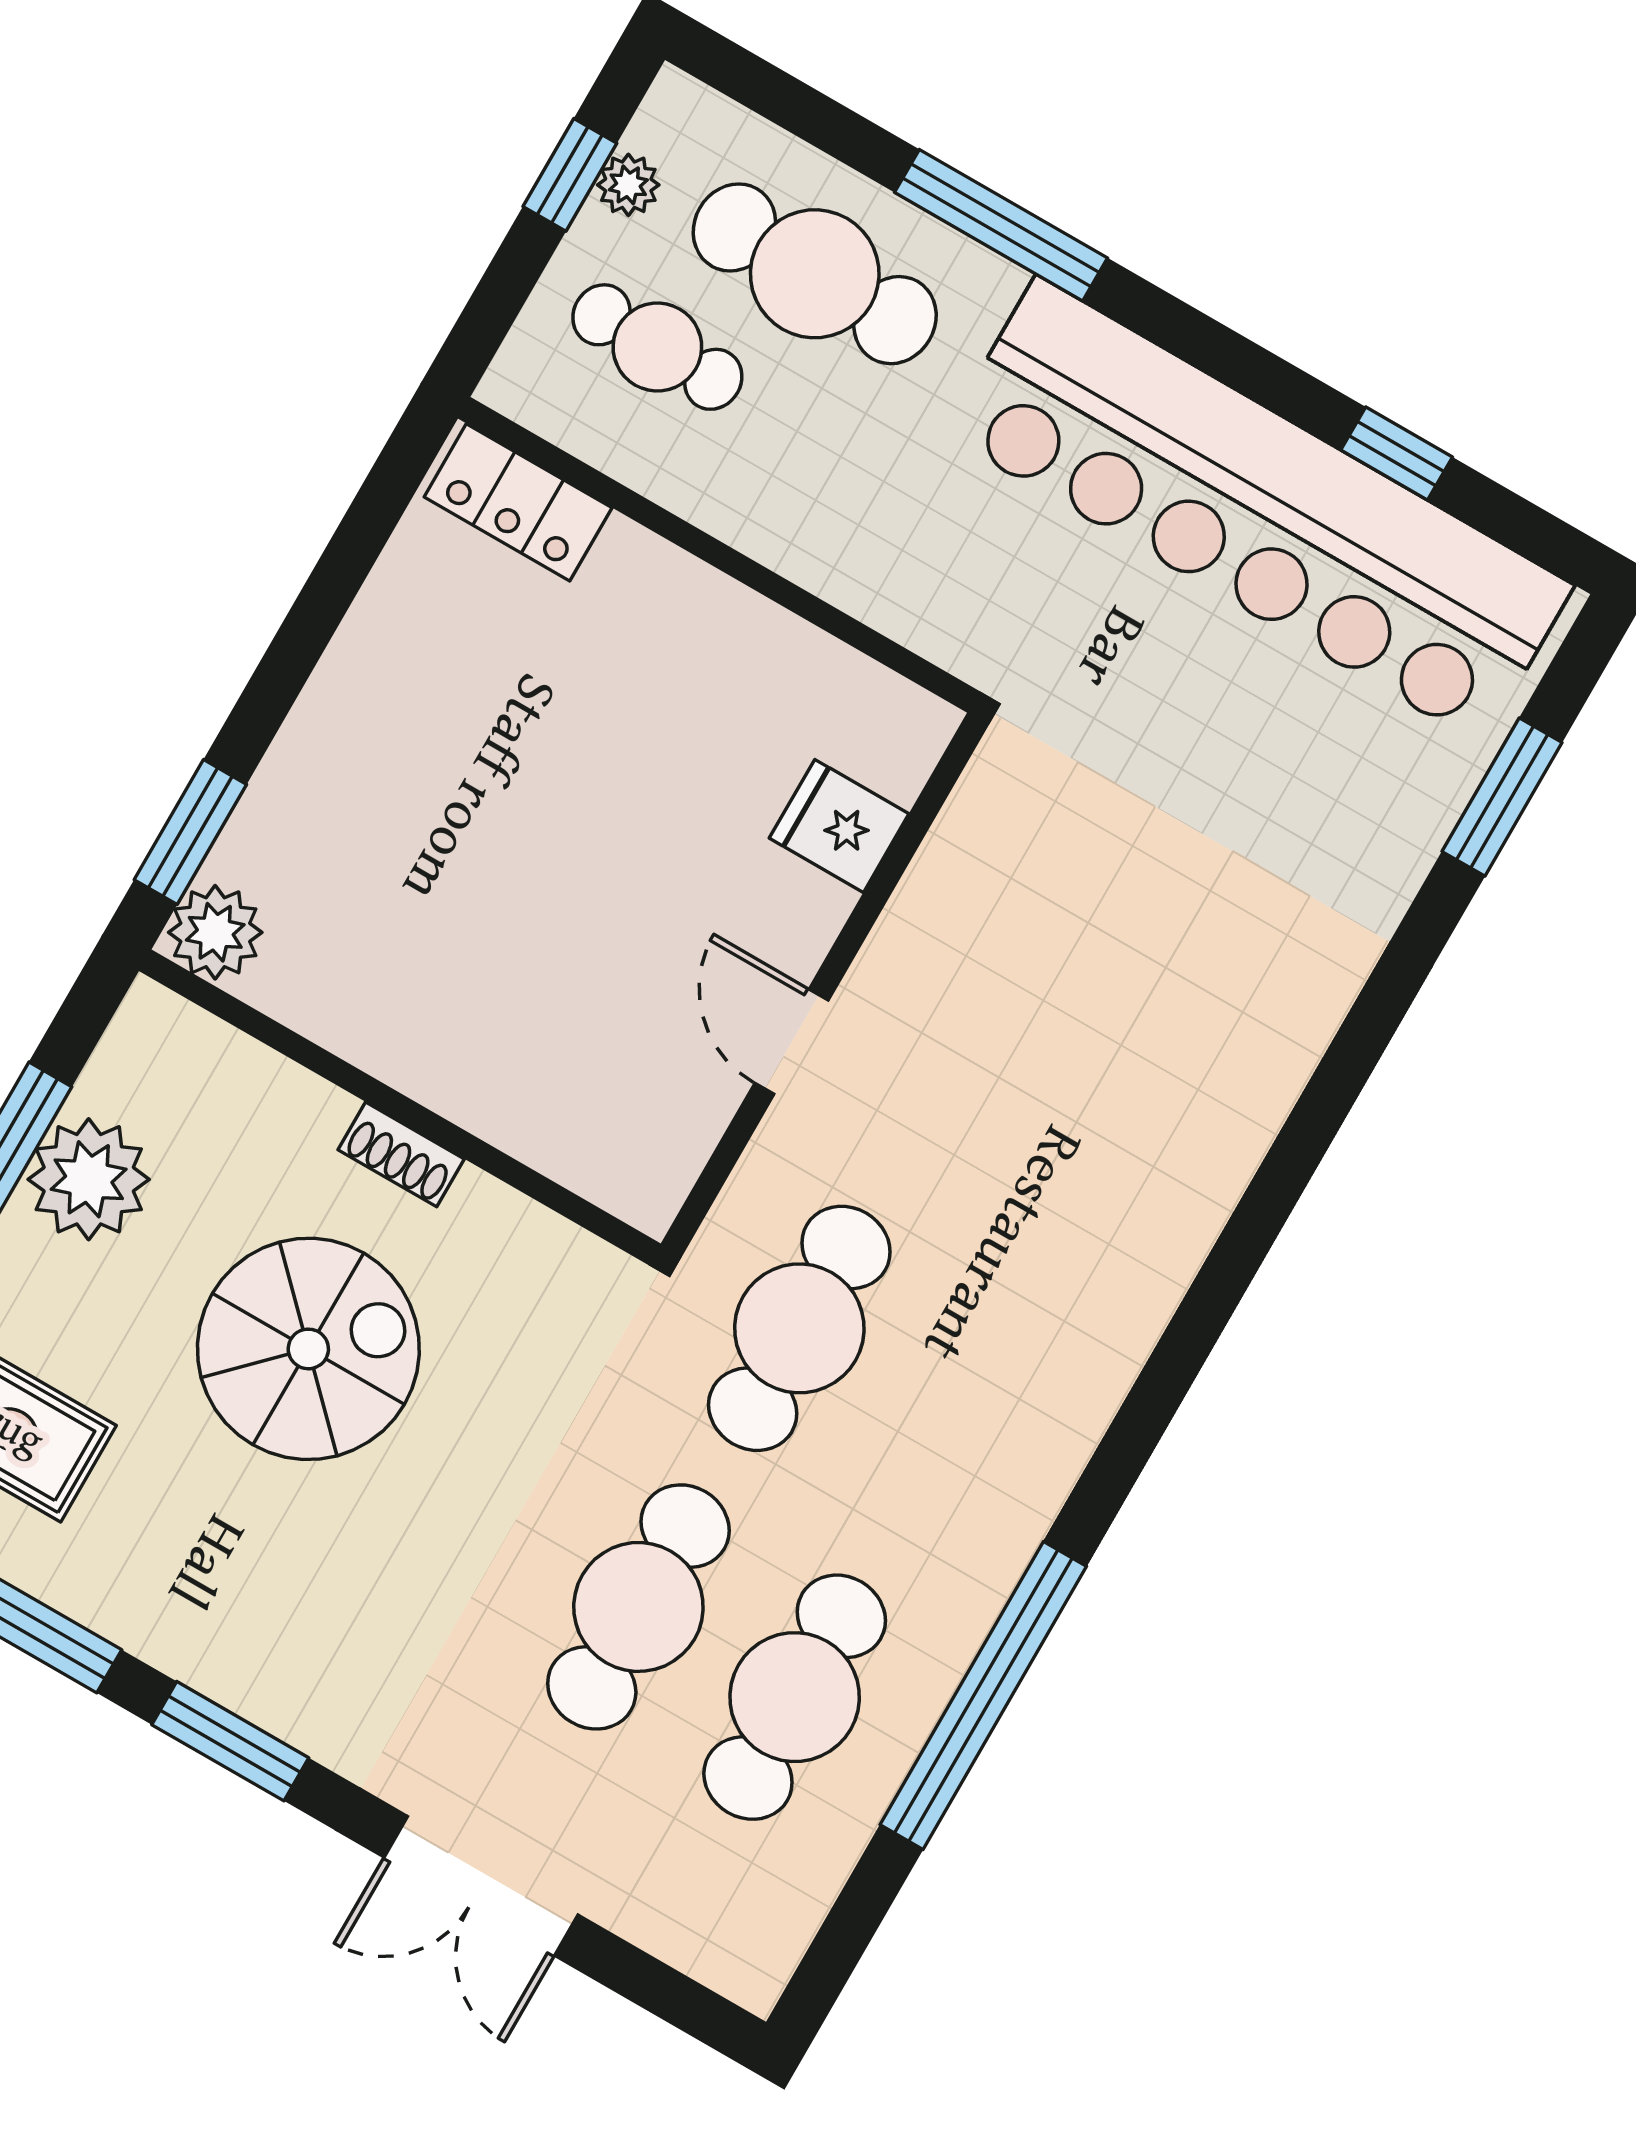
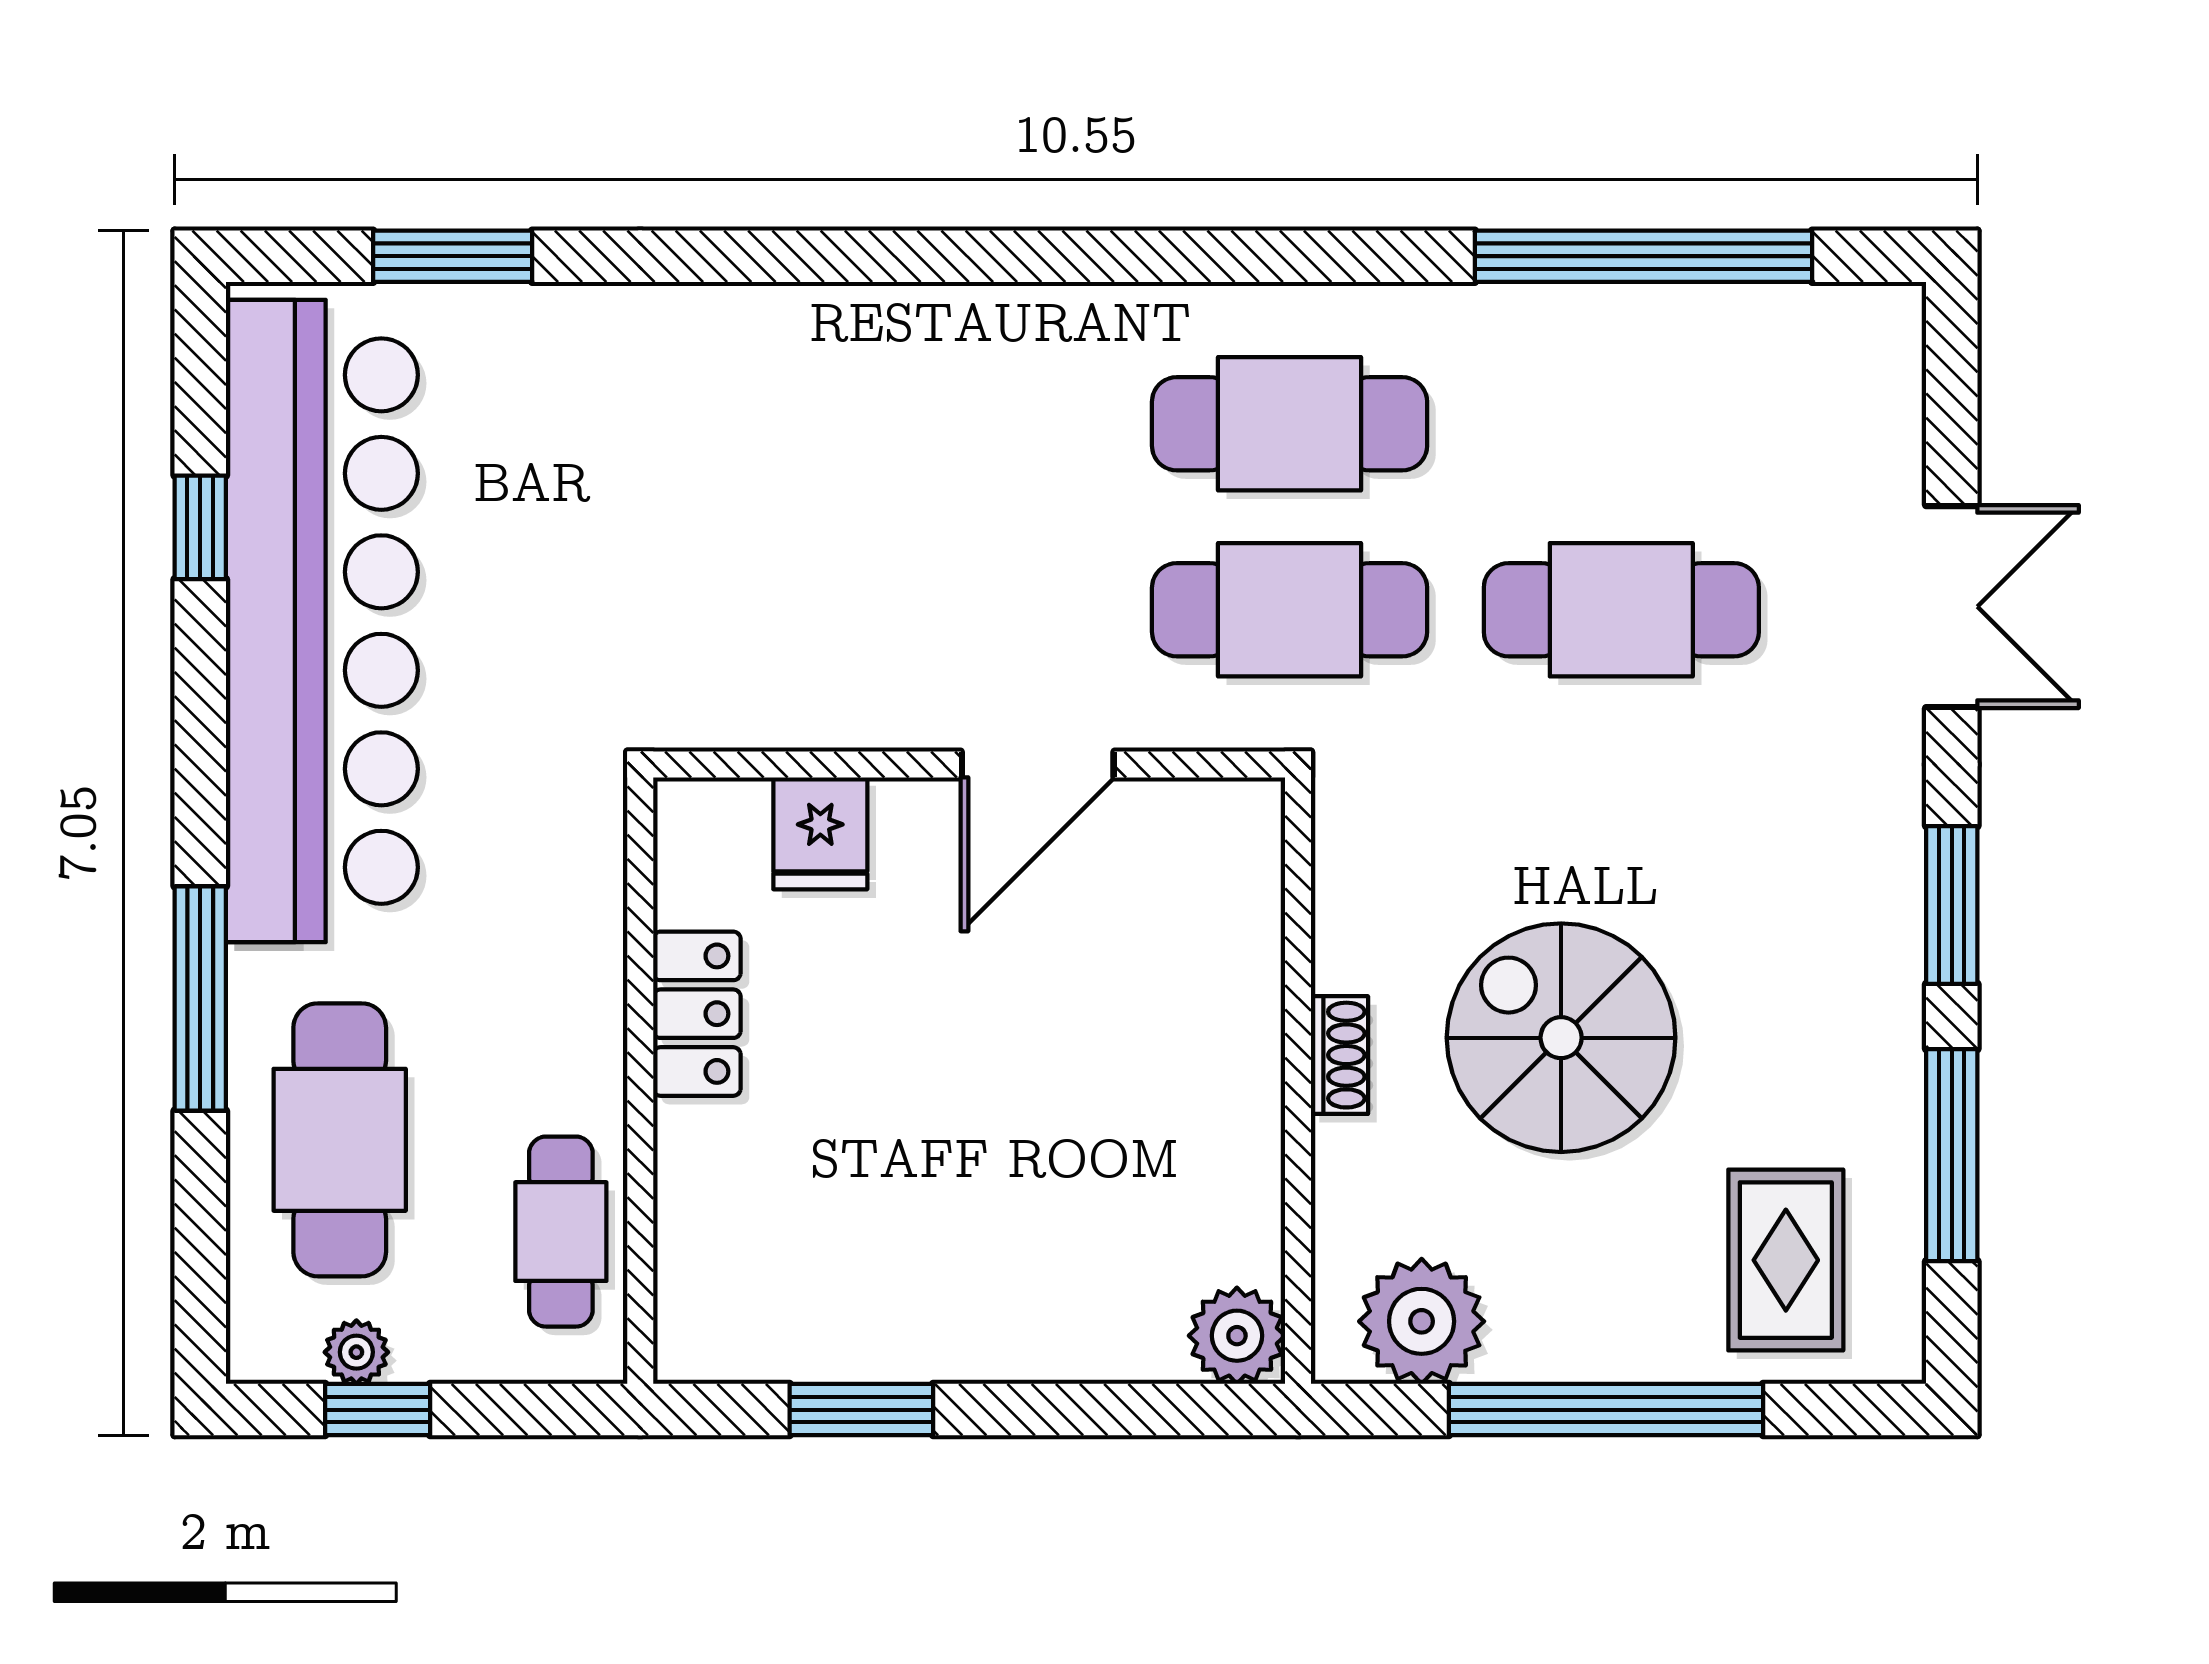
cafe table: (657, 347) -> (561, 1232), moved
locker: (518, 502) -> (697, 1014), moved
window: (190, 832) -> (861, 1410), moved
door: (792, 1042) -> (1038, 765), width x1.38
plant: (89, 1179) -> (1422, 1321), moved
window: (983, 1696) -> (1644, 256), moved
cafe table: (795, 1697) -> (1290, 424), moved

